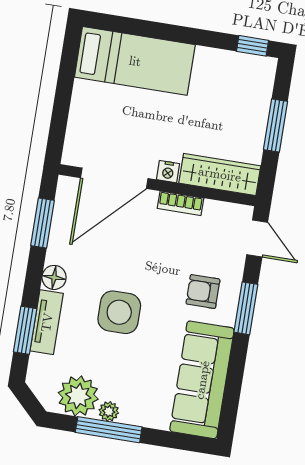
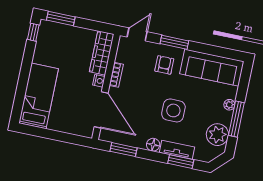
window: (275, 125) -> (61, 18), moved
armchair: (203, 292) -> (164, 65), turned 180
plant: (109, 411) -> (229, 105), moved

